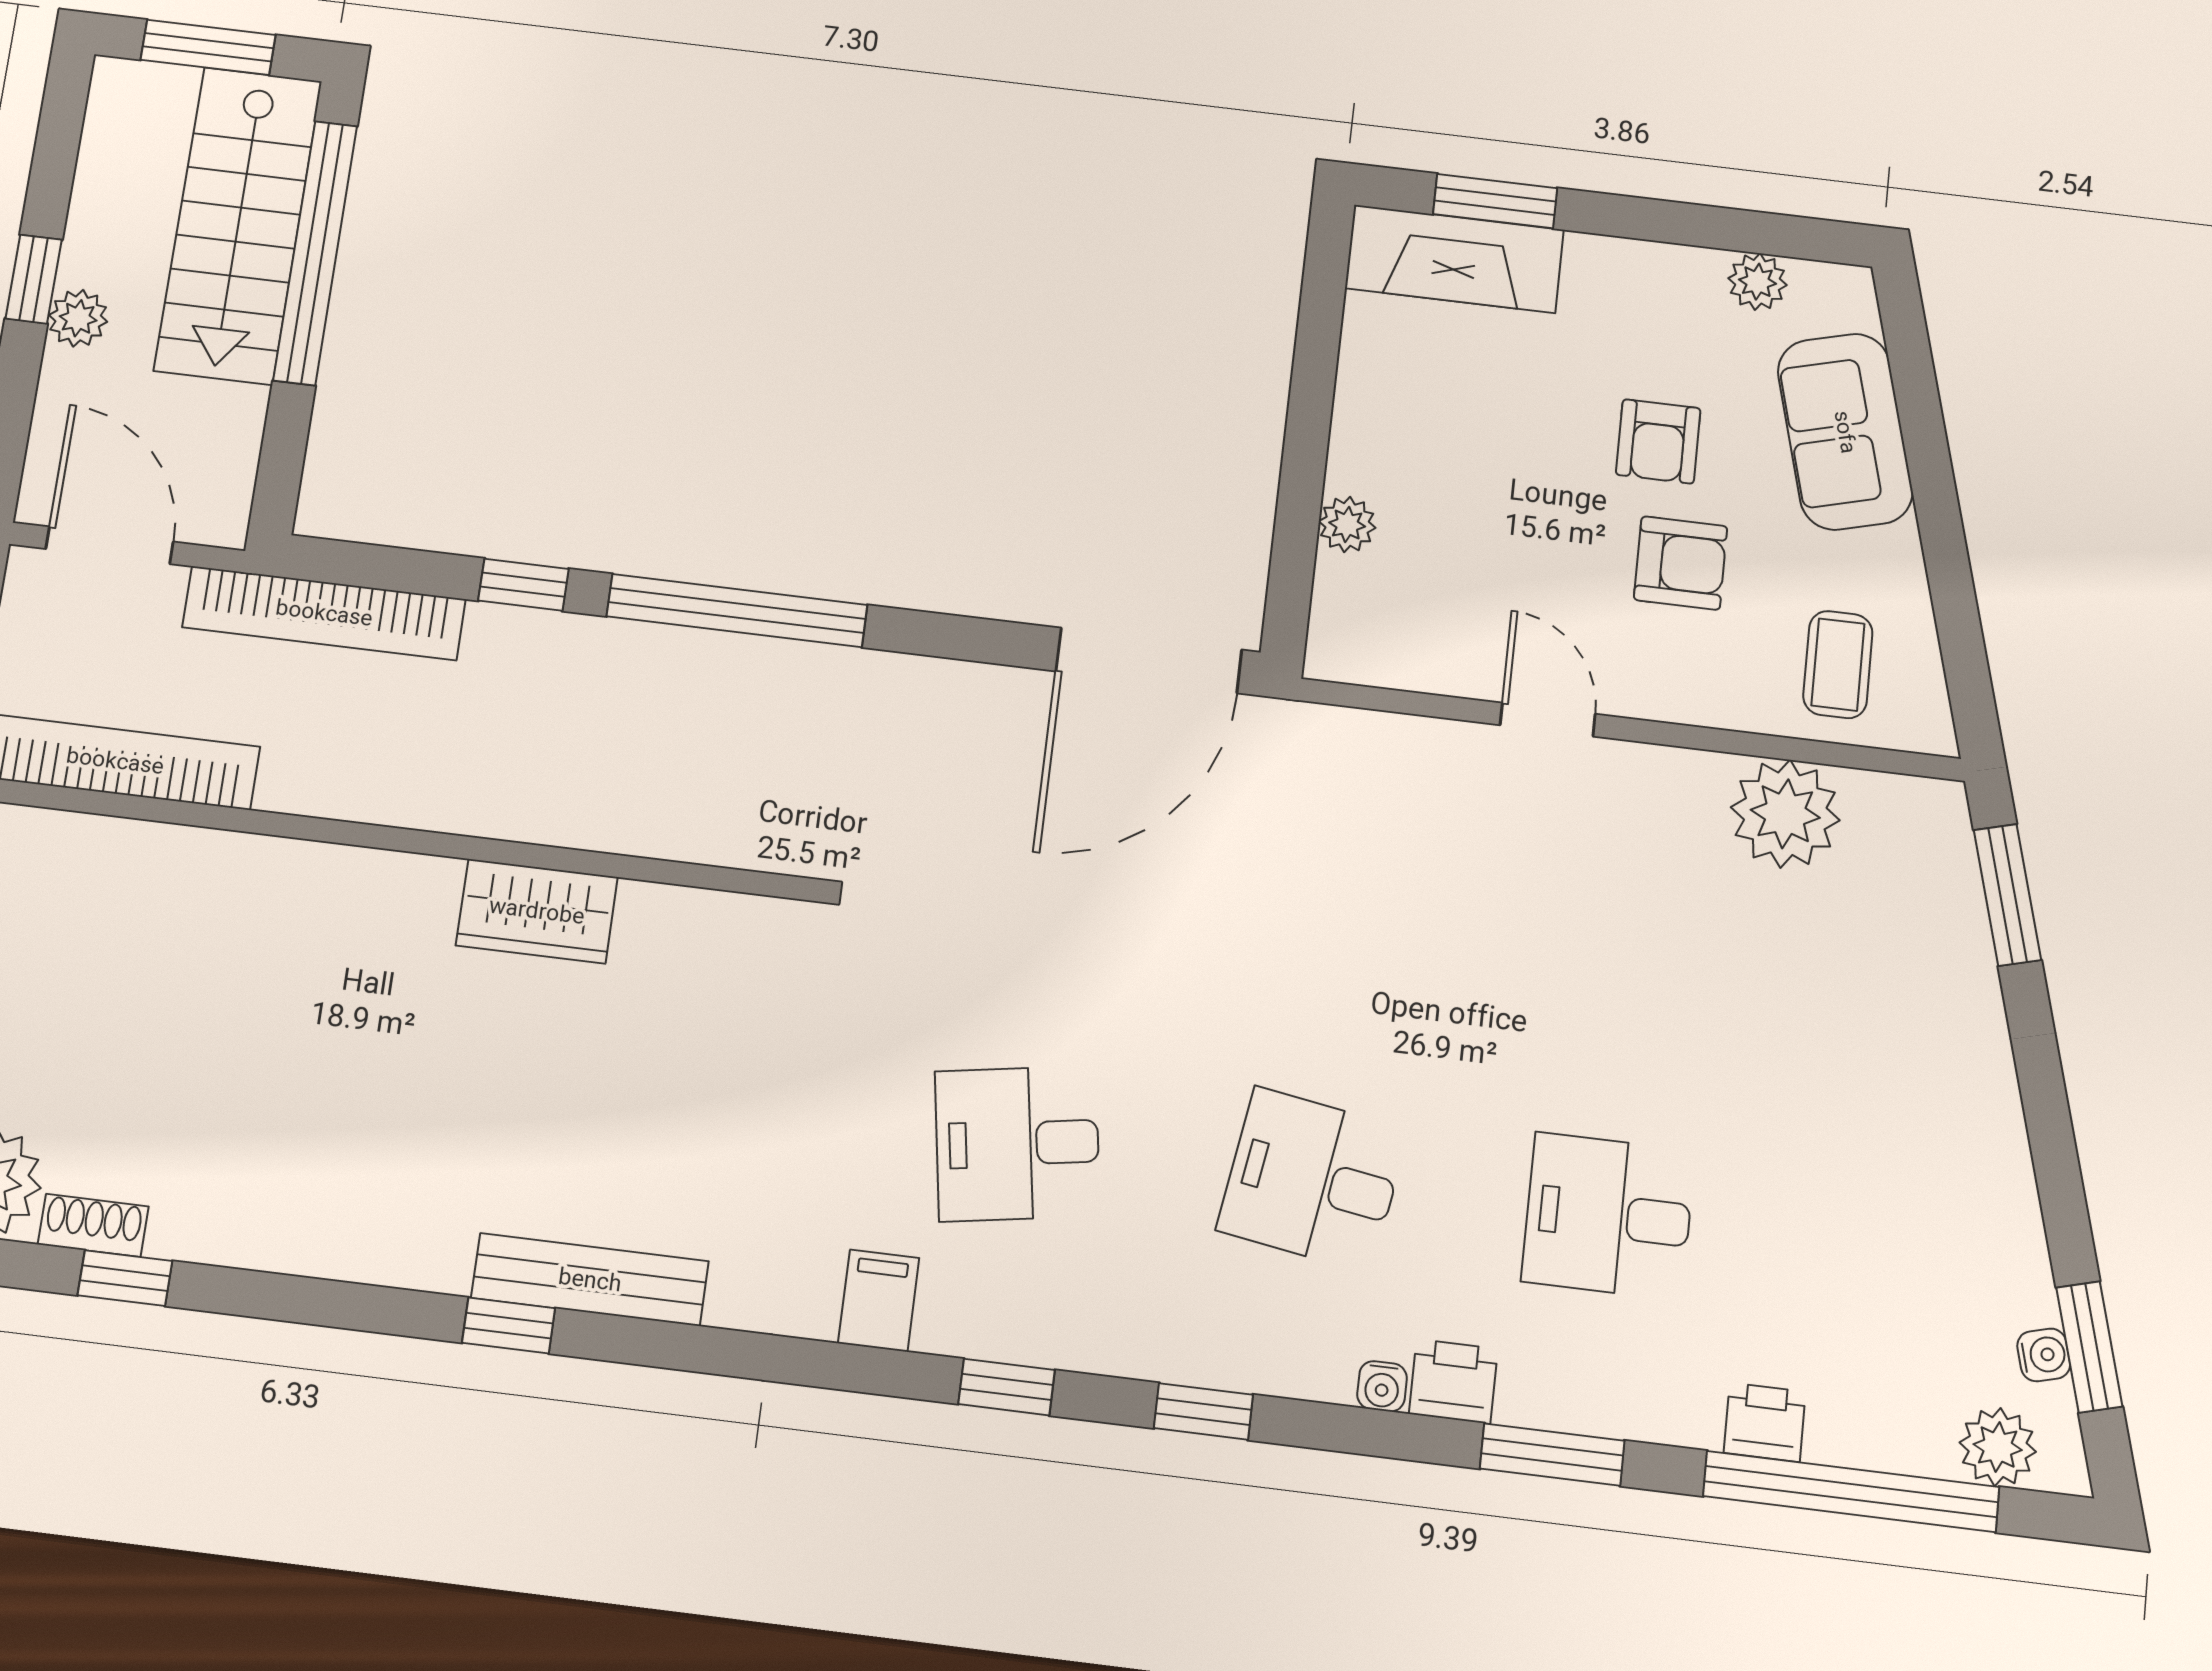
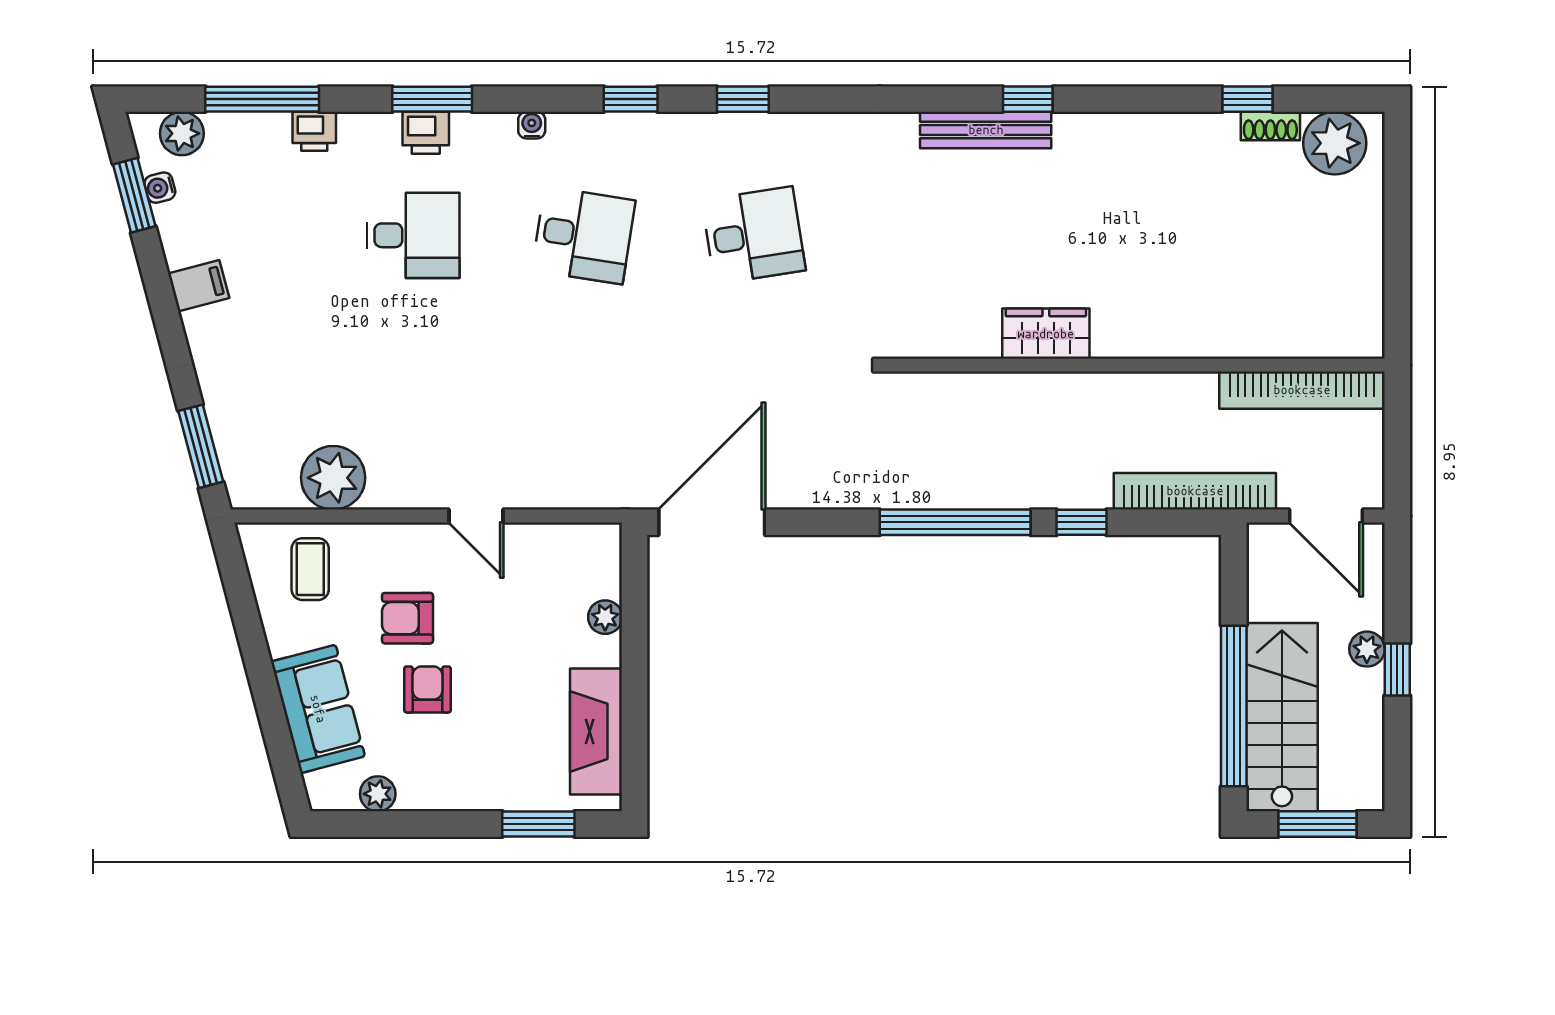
fireplace: (1454, 259) -> (596, 731), moved, turned -90
filing cabinet: (879, 1301) -> (199, 286), moved, turned -105
printer: (1453, 1381) -> (426, 133), moved
window: (1851, 1492) -> (262, 99), width x0.68

